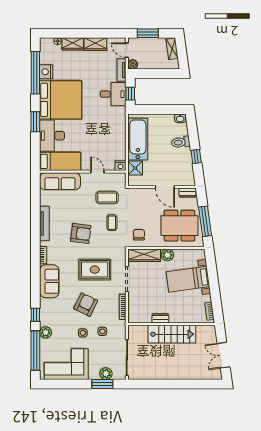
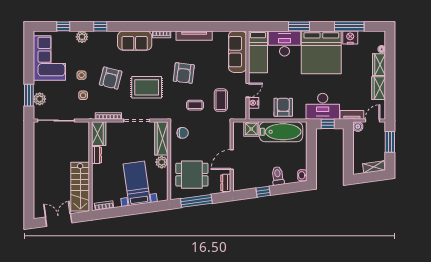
window: (35, 73) -> (349, 26), width x0.68
desk: (113, 94) -> (323, 106), width x1.37
armchair: (114, 137) -> (283, 107), added
nightstand: (120, 166) -> (254, 103), moved
dining table: (179, 226) -> (192, 175), width x0.73
rug: (95, 270) -> (147, 87), turned 90
armchair: (86, 305) -> (111, 78), turned 78
wardrobe: (140, 316) -> (99, 134), added
stairs: (172, 334) -> (80, 187), moved
window: (35, 351) -> (63, 26), width x0.32

